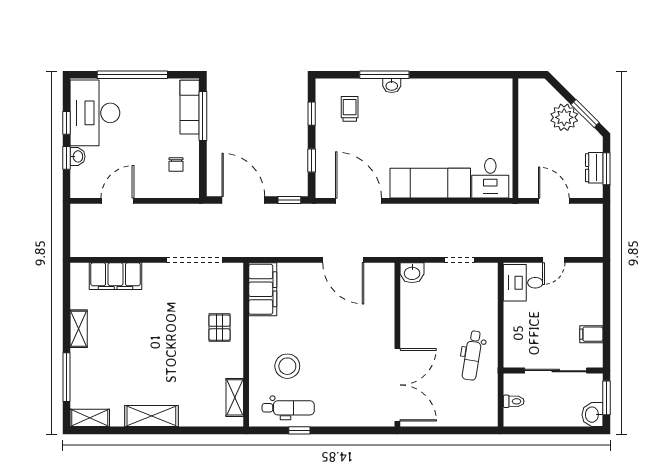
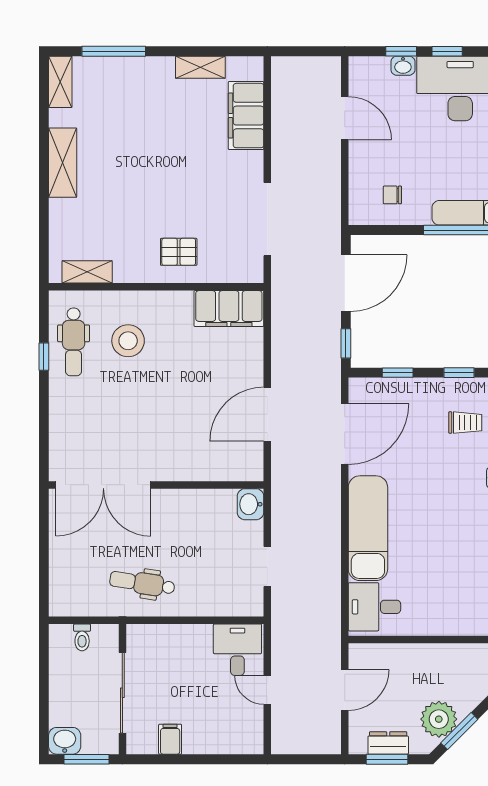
plant: (564, 117) -> (439, 719), moved
shelving: (79, 329) -> (200, 67), moved

